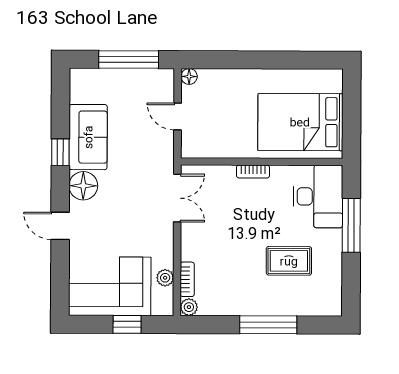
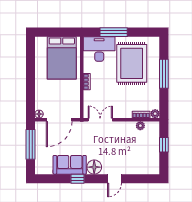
door: (178, 117) -> (59, 120), width x1.87
rug: (289, 261) -> (132, 63), width x1.86, depth x2.06
corner sofa: (110, 286) -> (145, 154), removed

